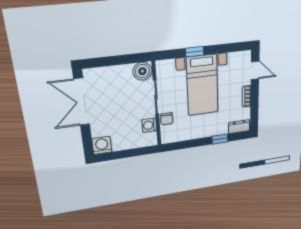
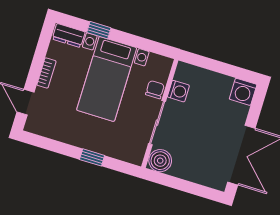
bed with nightstands: (202, 85) -> (107, 79), moved, turned 180

